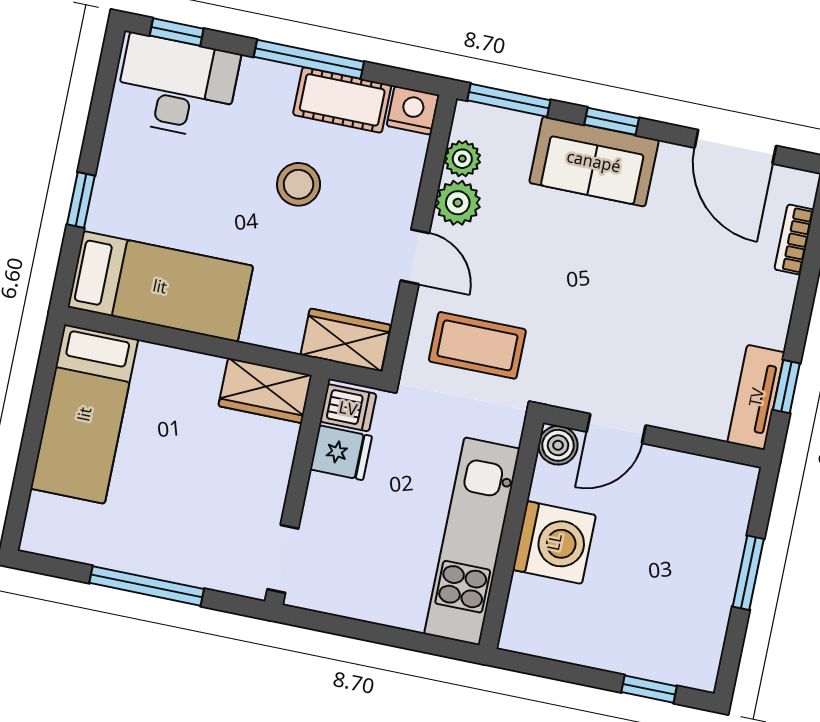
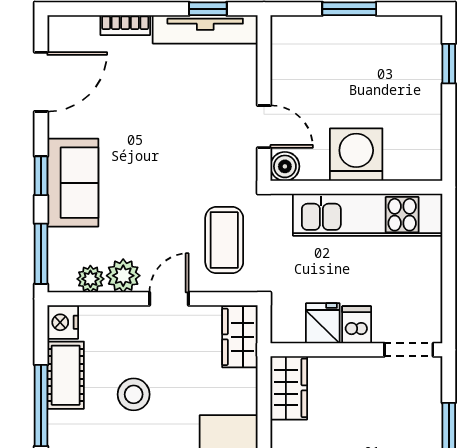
bookcase: (794, 239) -> (125, 25), moved
tv unit: (756, 397) -> (205, 29), width x1.41
dishwasher: (348, 408) -> (357, 325), moved

